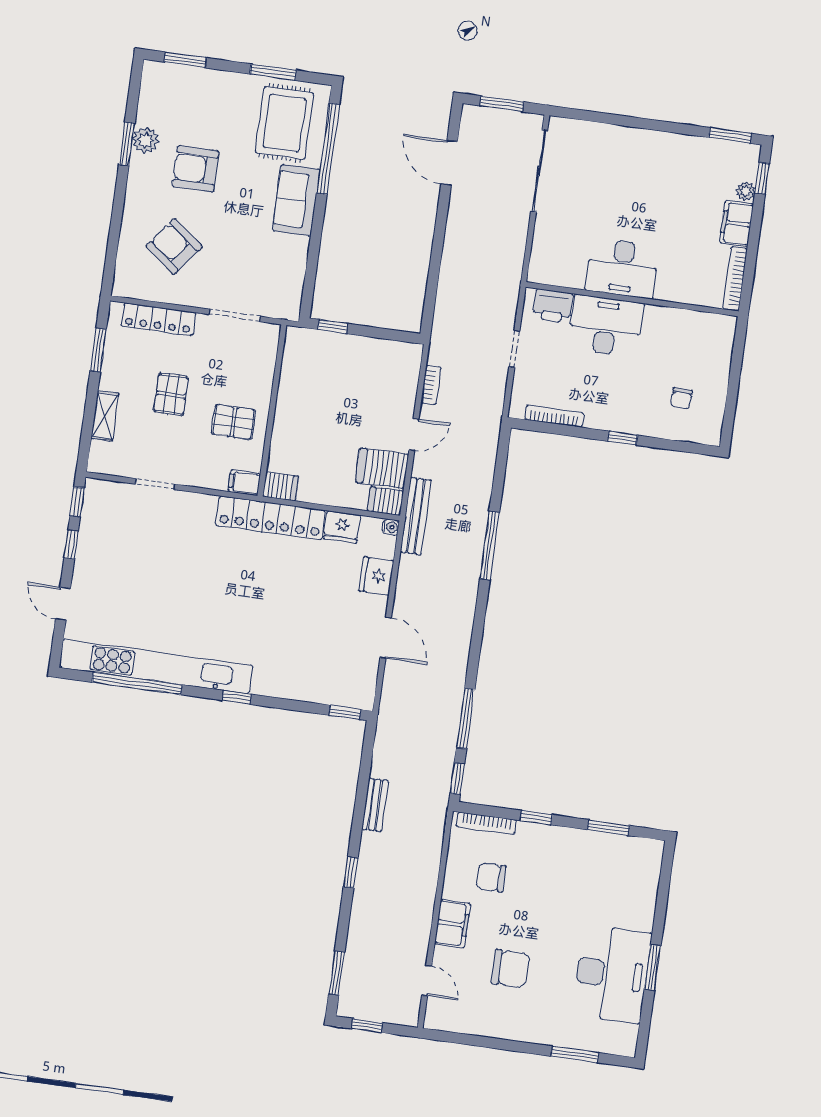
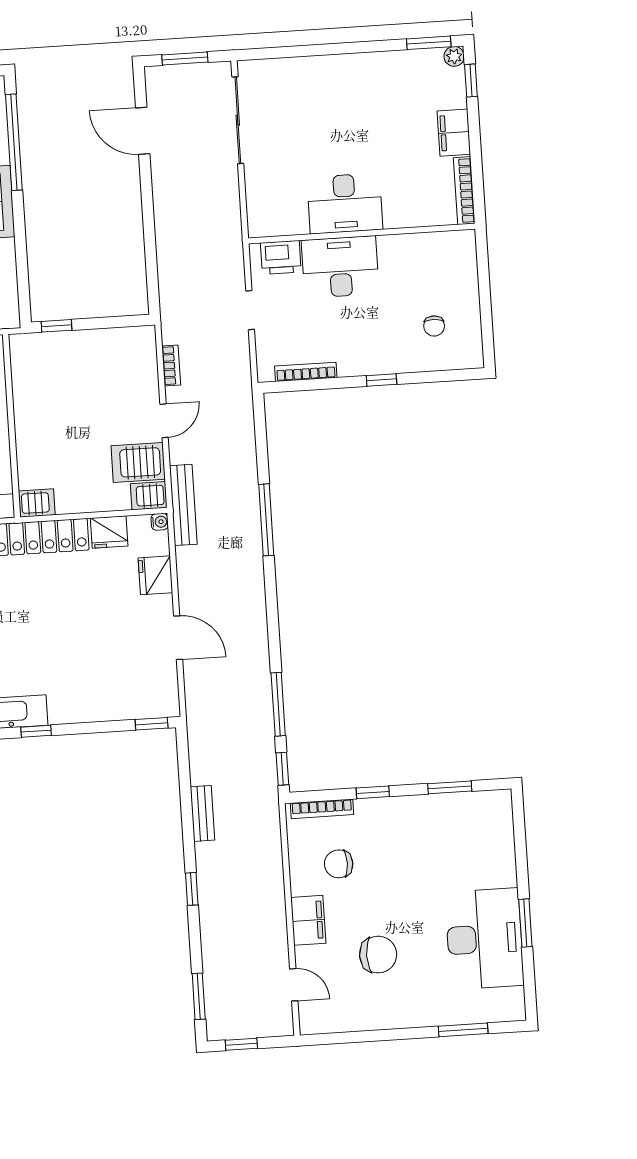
plant: (746, 191) -> (454, 56), moved

